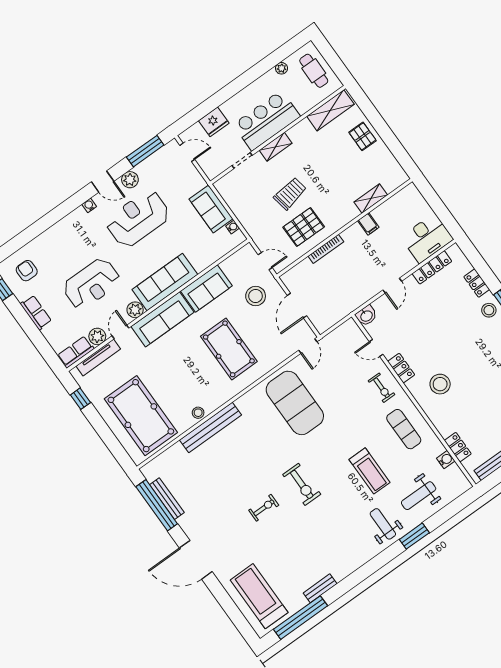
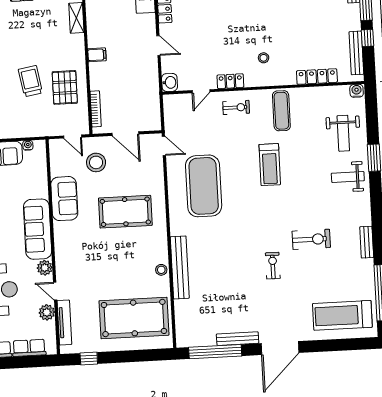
filing cabinet: (368, 224) -> (97, 55), moved
bookcase: (326, 249) -> (96, 109), moved
door: (265, 261) -> (73, 137), swing flipped
sofa: (162, 319) -> (67, 250), removed
row of seats: (76, 352) -> (29, 348), moved, turned 90
stool: (440, 384) -> (264, 58), width x0.53, depth x0.53
exercise mat: (295, 403) -> (204, 186), turned 90
exercise mat: (404, 429) -> (281, 111), turned 90
locker: (458, 447) -> (317, 77), width x1.53
water cooler: (446, 460) -> (357, 91), moved
treadmill: (369, 471) -> (270, 165), moved, turned 90
exercise bike: (302, 484) -> (311, 239), moved
bench: (167, 499) -> (238, 339), moved
bench: (320, 588) -> (367, 242), moved

